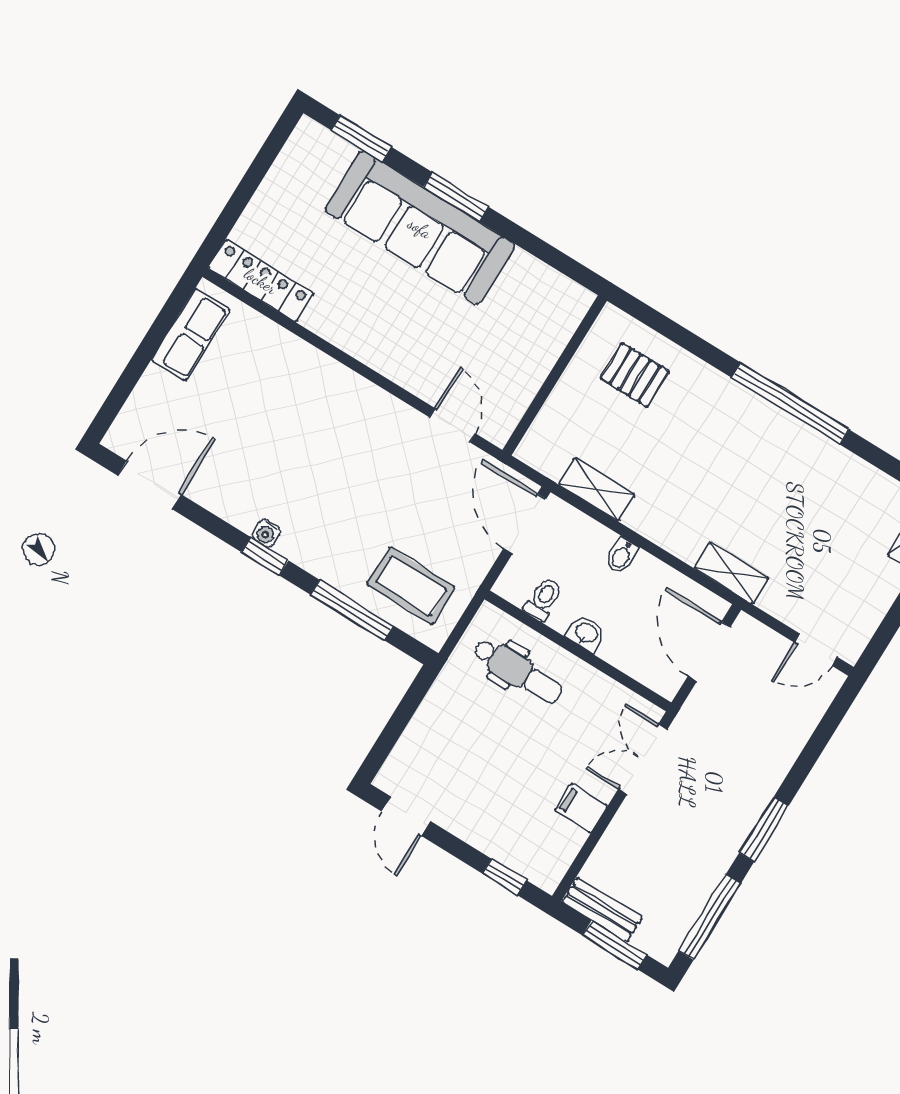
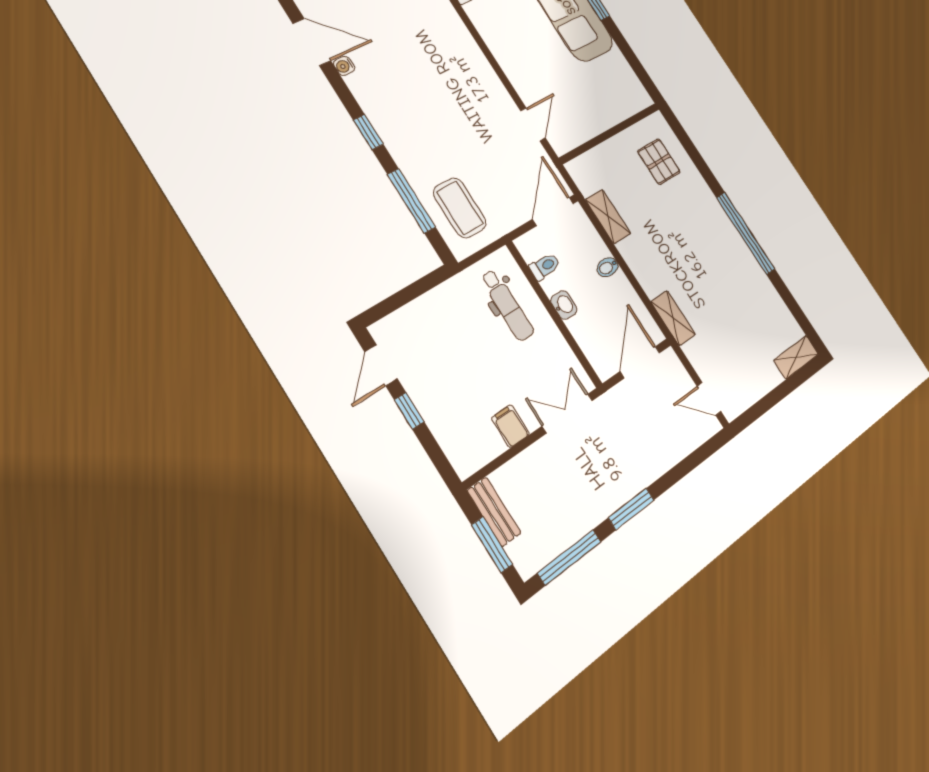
water cooler: (266, 533) -> (344, 66), moved
window: (504, 877) -> (409, 411), moved

